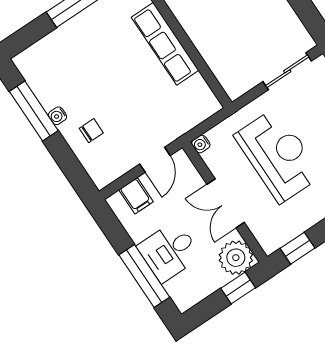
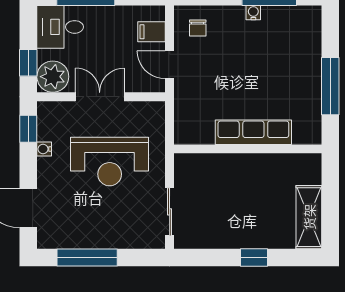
chair: (91, 131) -> (198, 28), moved
water cooler: (201, 144) -> (44, 149), moved, turned -90
desk: (169, 251) -> (60, 27), moved, turned -90

